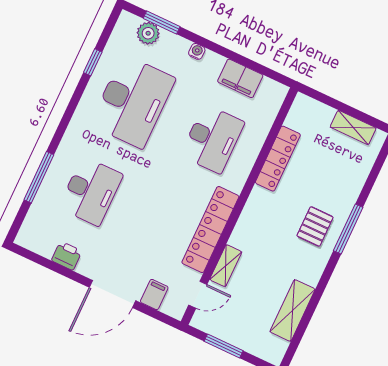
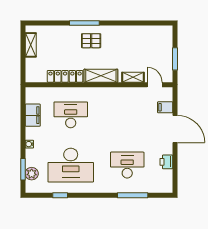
desk: (133, 102) -> (71, 165), turned 180
locker: (210, 230) -> (118, 94), removed
shelving: (293, 310) -> (101, 76), moved

